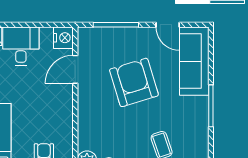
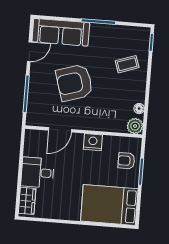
nightstand: (63, 38) -> (93, 142), moved
door: (75, 69) -> (60, 130), hinge flipped

